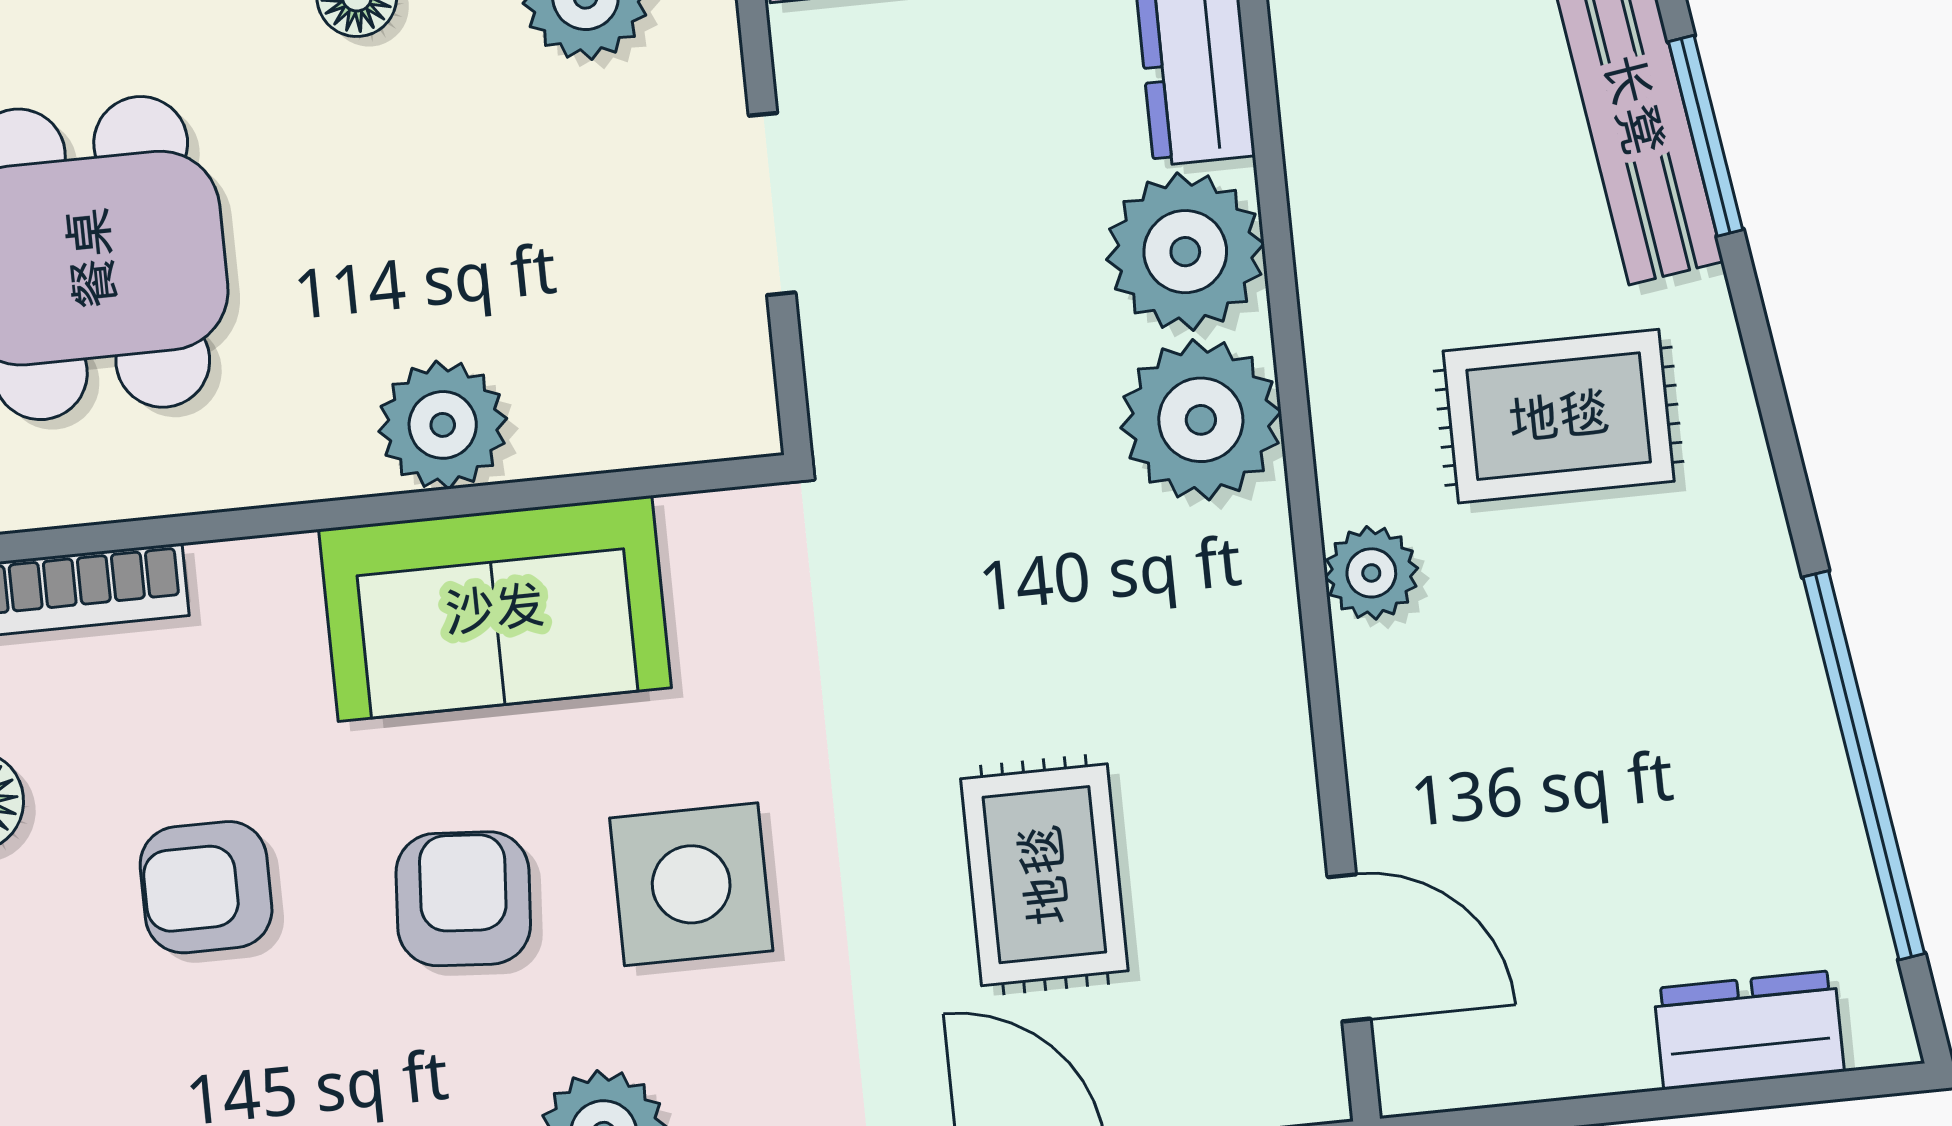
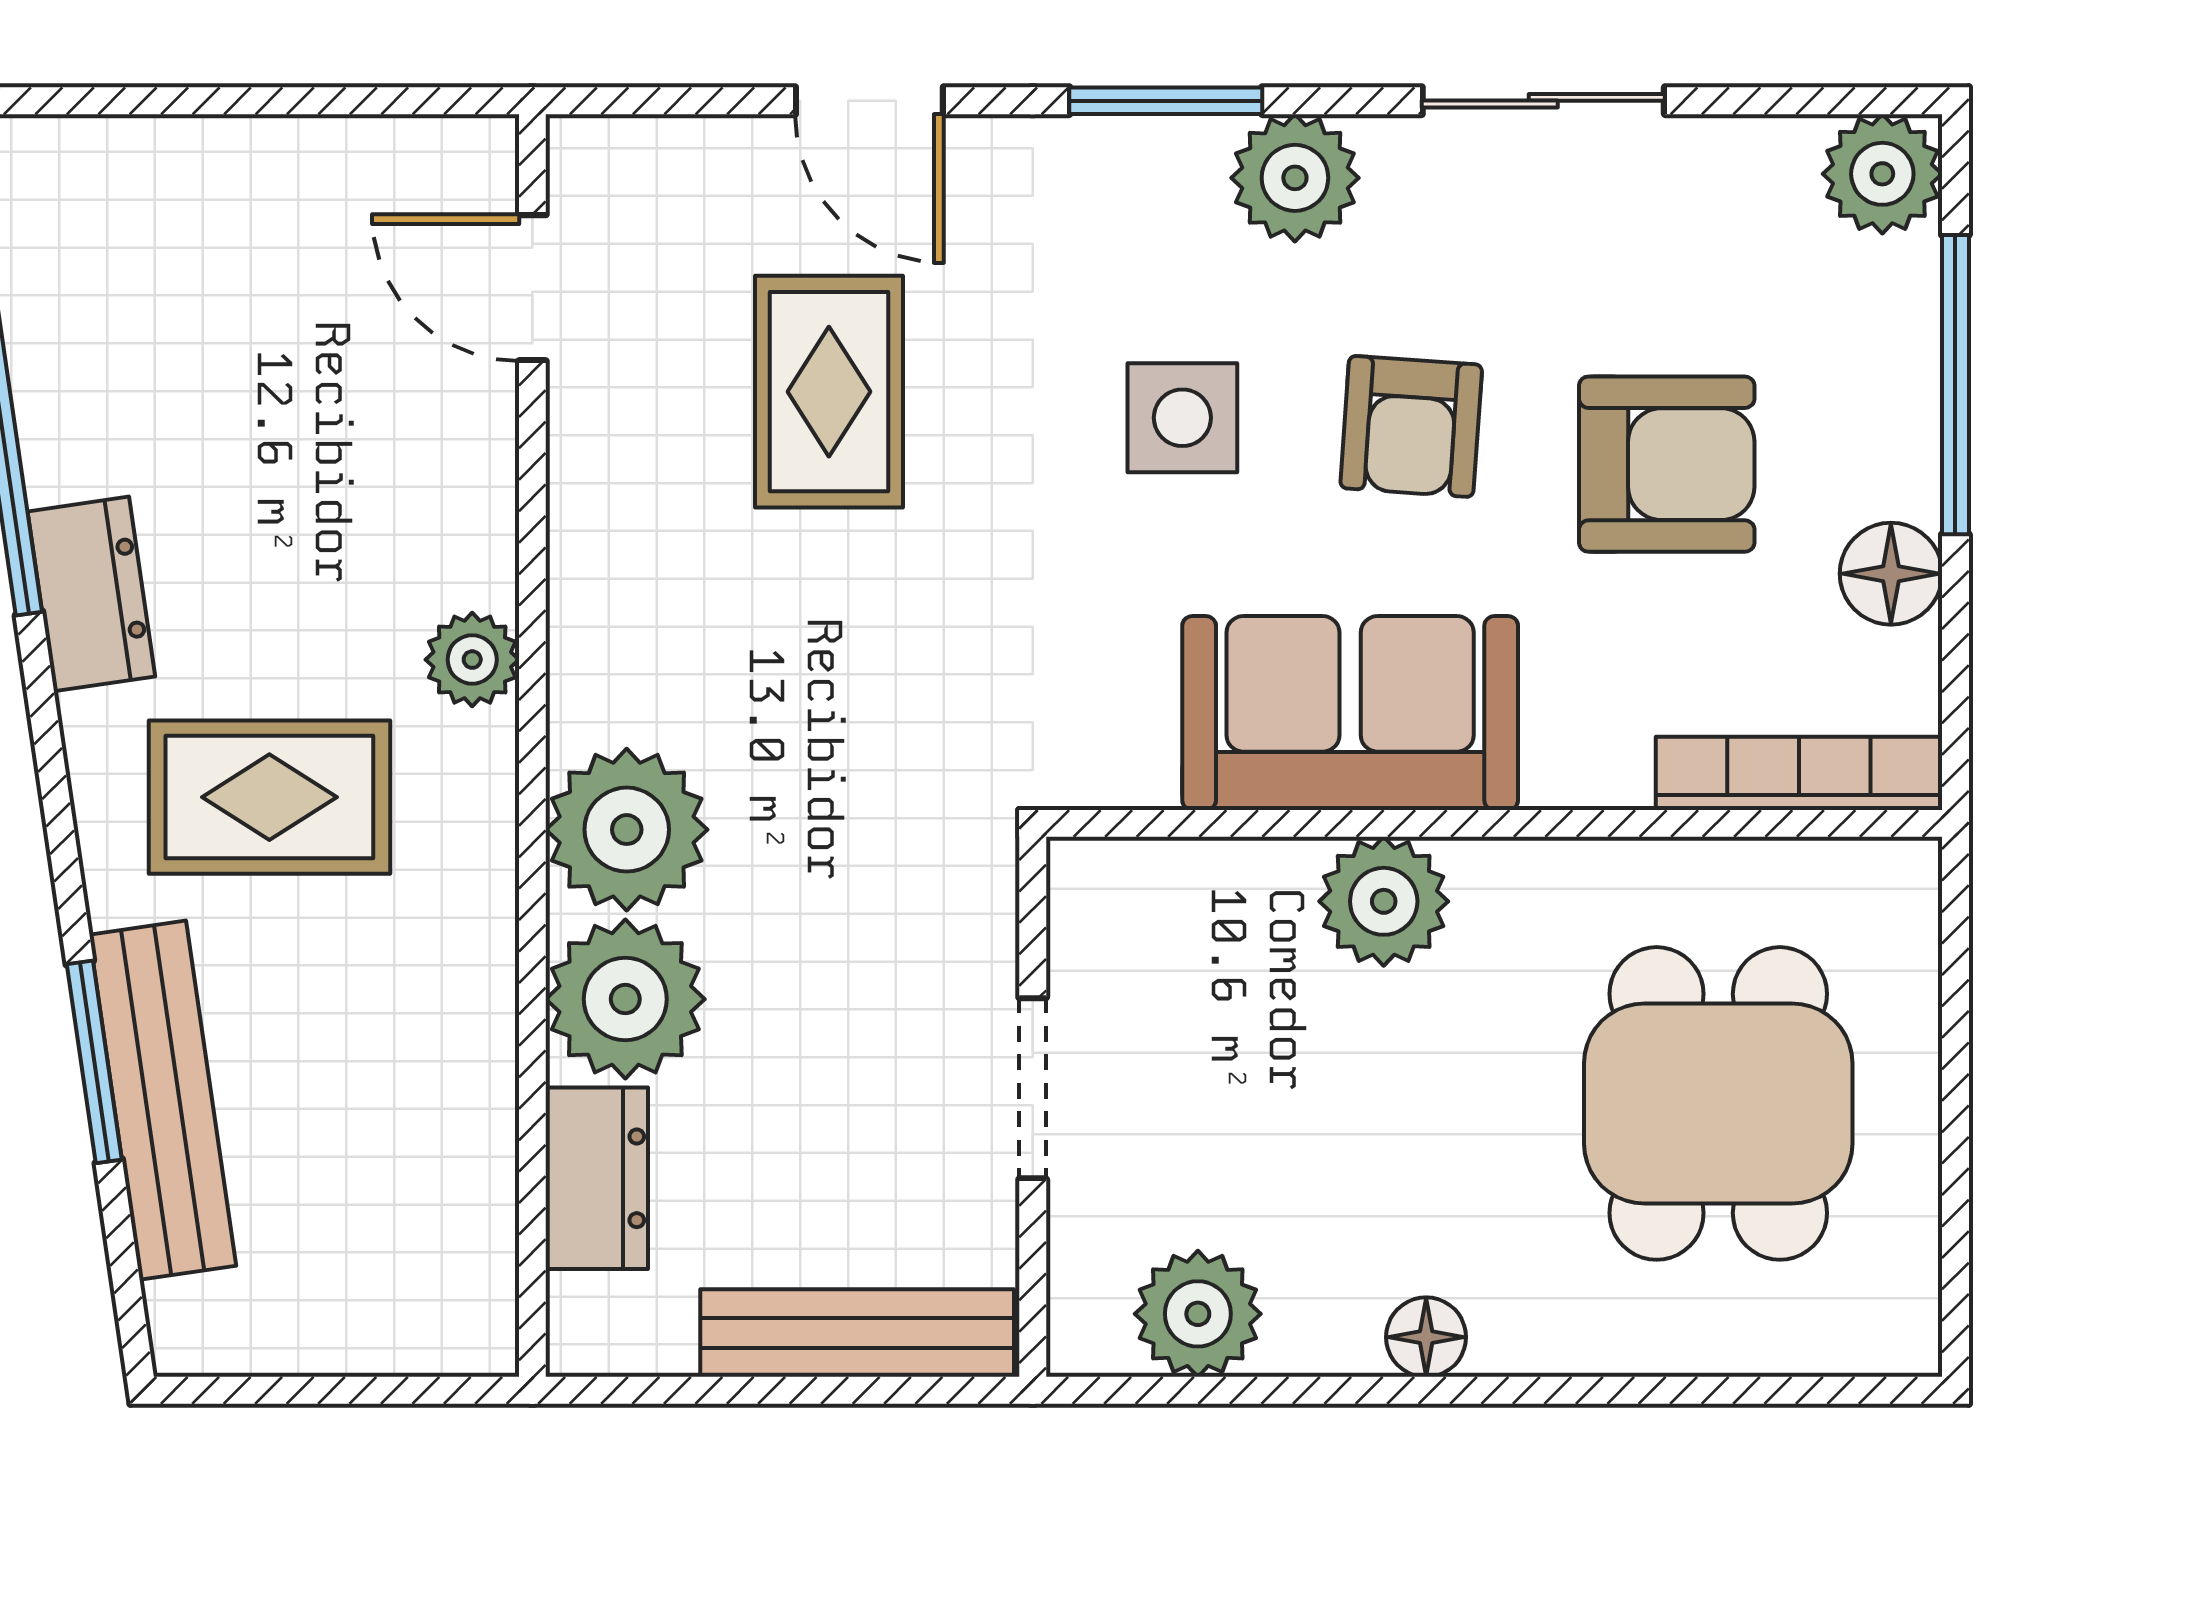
side table: (691, 884) -> (1182, 418), width x0.73, depth x0.73
armchair: (206, 887) -> (1667, 464), width x1.38, depth x1.38
dresser: (1749, 1030) -> (91, 594), moved, turned -98

